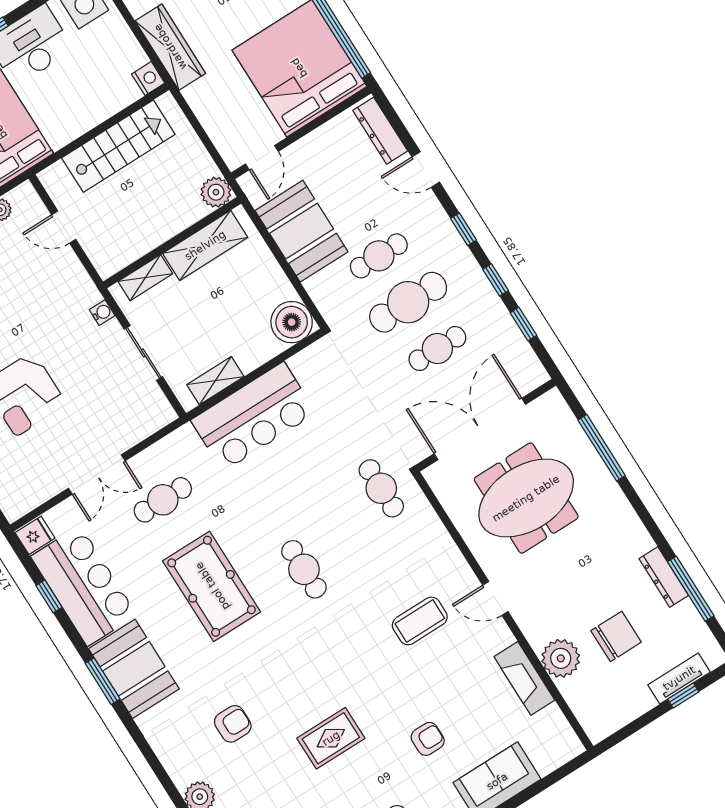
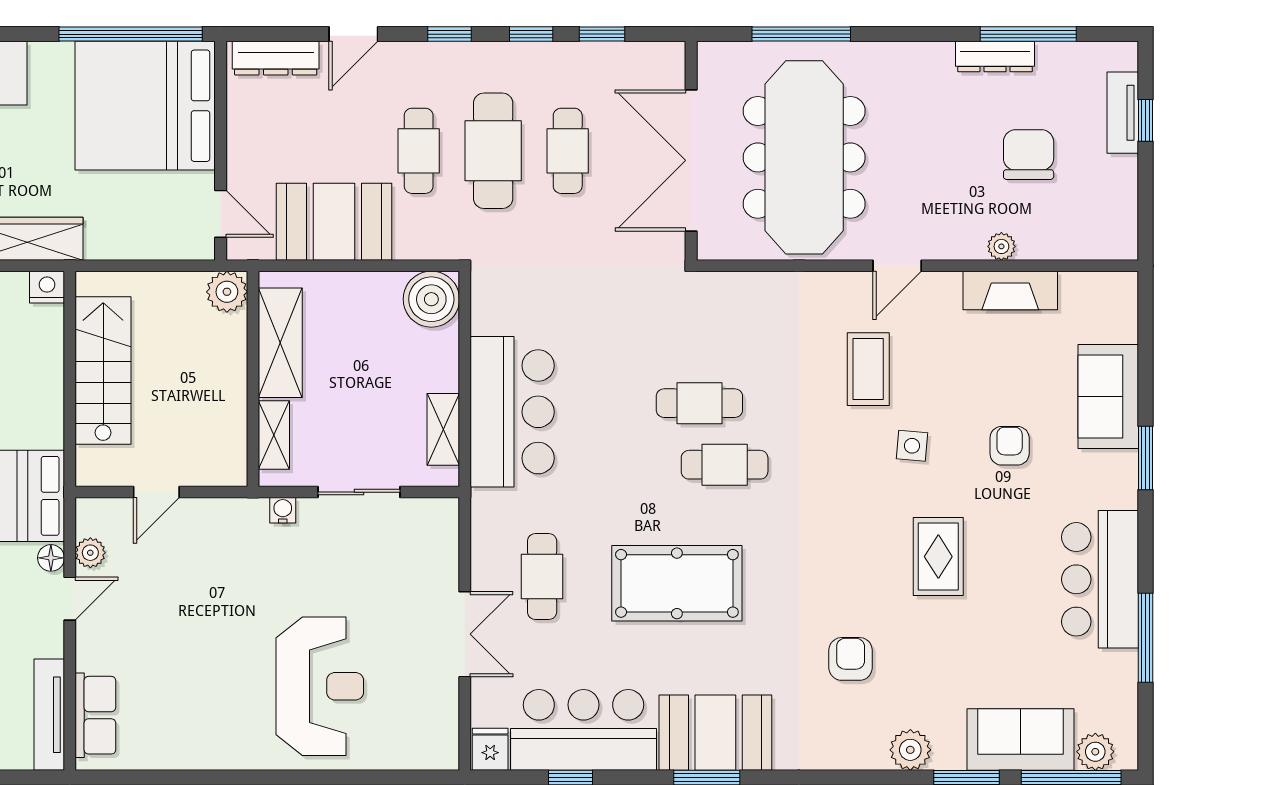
cafe table: (381, 488) -> (699, 403), moved
meeting table: (526, 498) -> (804, 157), width x1.36
plant: (561, 658) -> (1001, 246), width x0.53, depth x0.53
side table: (389, 678) -> (912, 446), added

